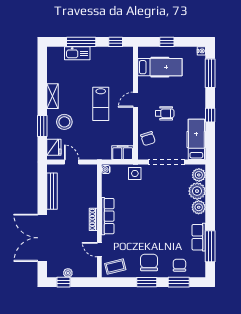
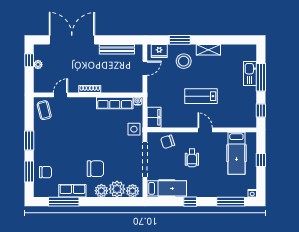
row of seats: (108, 216) -> (115, 103), moved
chair: (149, 263) -> (95, 169), moved

